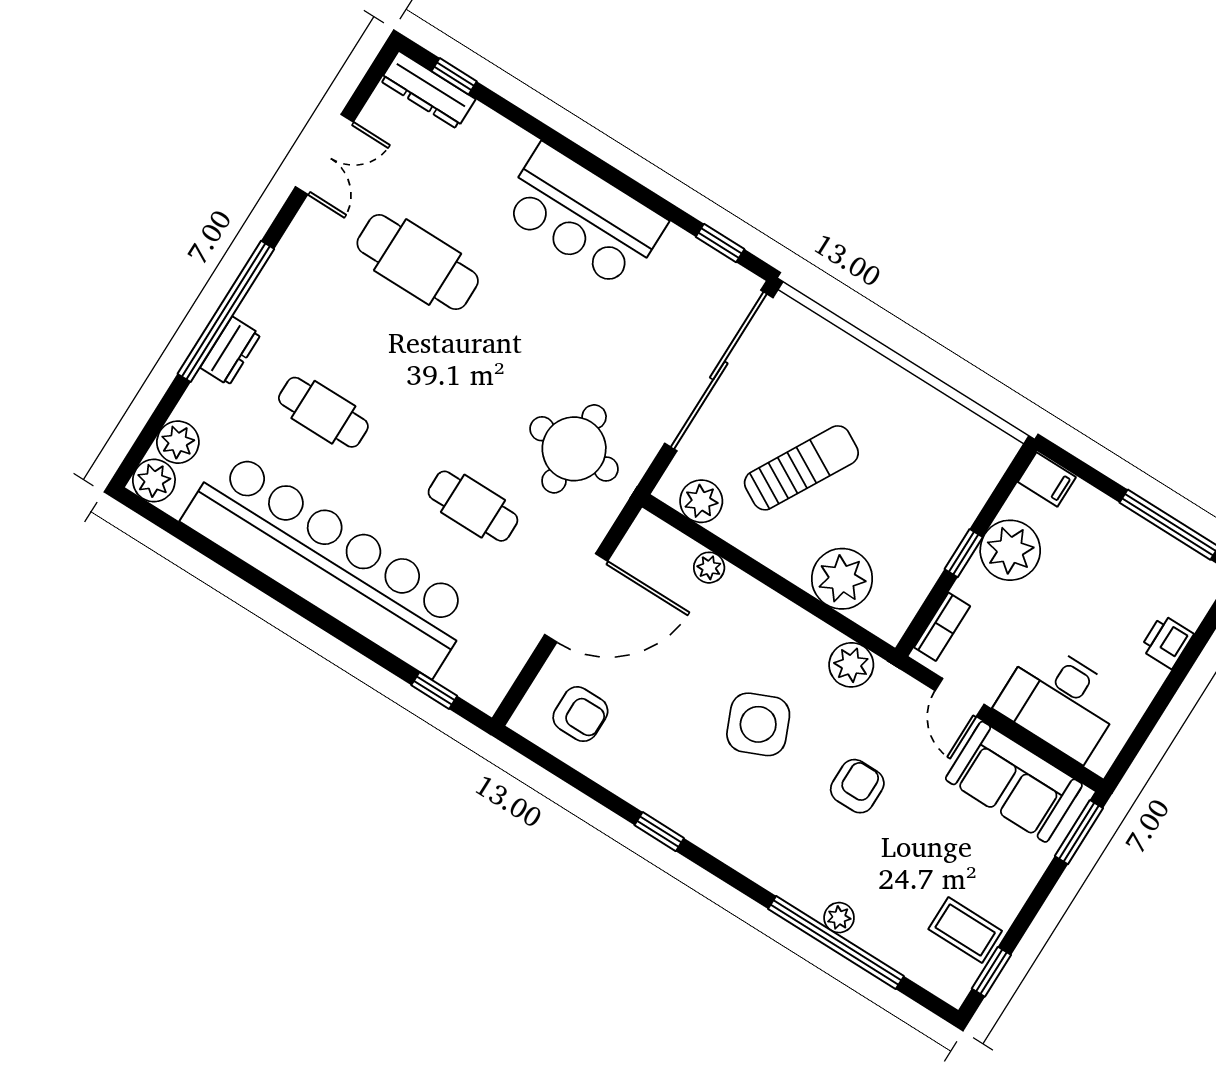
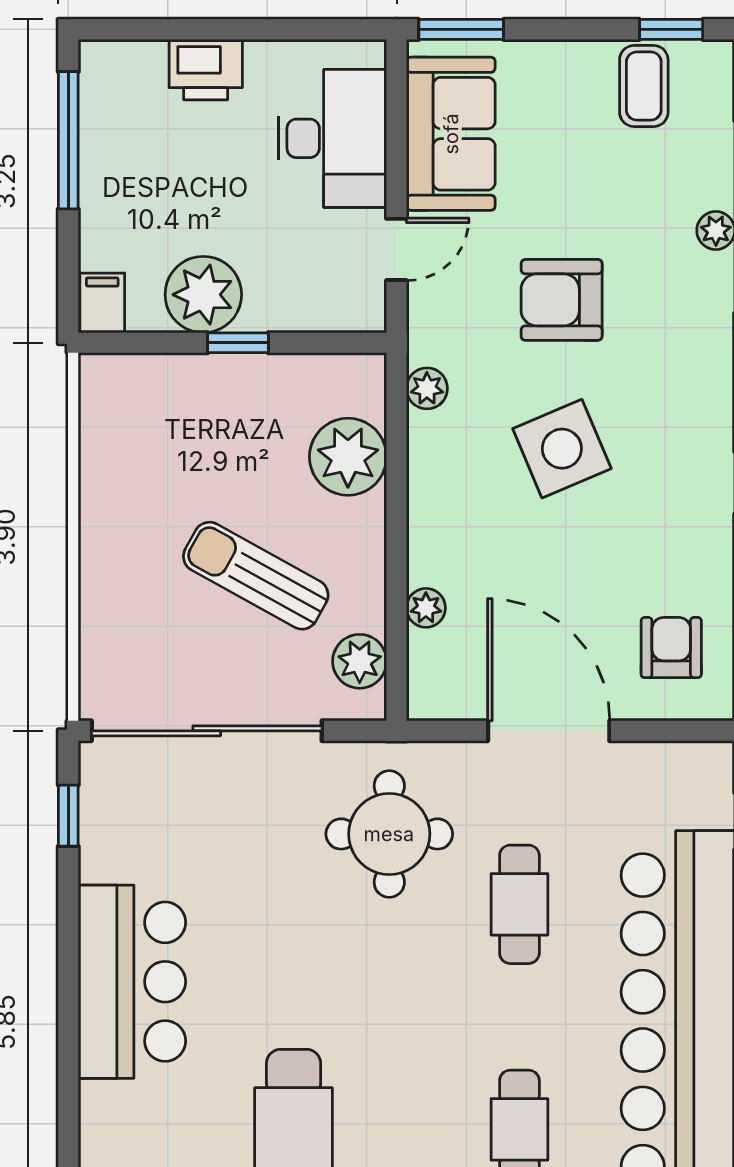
bookcase: (942, 627) -> (332, 316), removed
printer: (1167, 642) -> (206, 70), width x1.36, depth x1.24
plant: (851, 665) -> (427, 388), width x0.73, depth x0.73
armchair: (857, 786) -> (562, 300), width x1.38, depth x1.38

